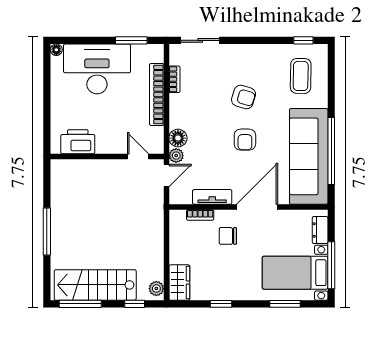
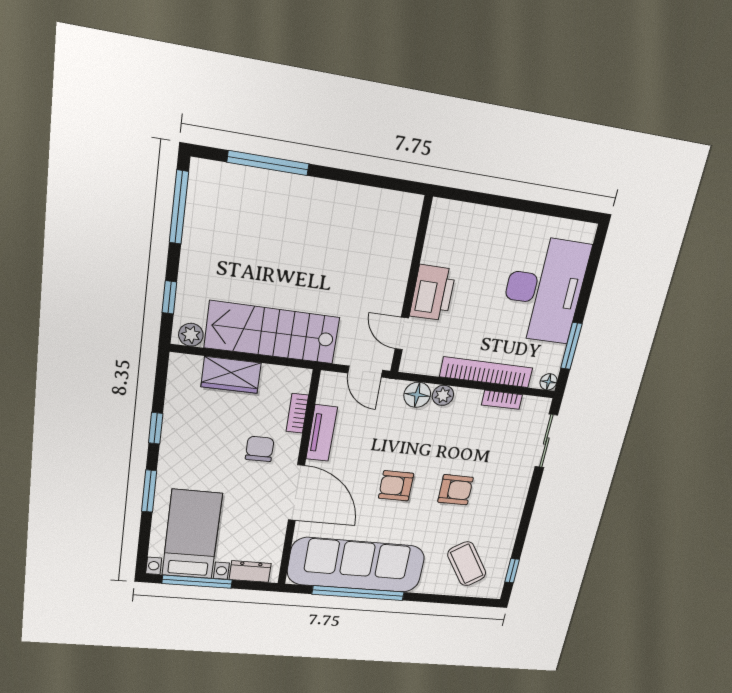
floor lamp: (56, 50) -> (549, 382), moved
coffee table: (301, 76) -> (467, 564), turned 55
armchair: (244, 97) -> (455, 490), turned -107
printer: (78, 142) -> (433, 293), moved
door: (138, 156) -> (402, 333), swing flipped
plant: (176, 156) -> (443, 395), moved
window: (47, 231) -> (268, 163), moved
wardrobe: (179, 283) -> (231, 375), moved
stairs: (95, 285) -> (272, 333), moved, turned -90
window: (285, 304) -> (149, 491), moved

